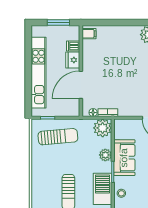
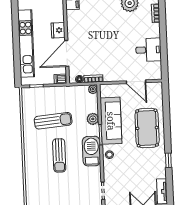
dishwasher: (73, 46) -> (60, 79), moved
plant: (103, 128) -> (93, 89), width x0.53, depth x0.53
sun lounger: (58, 137) -> (53, 121), moved
sofa: (124, 158) -> (111, 121), width x1.36

